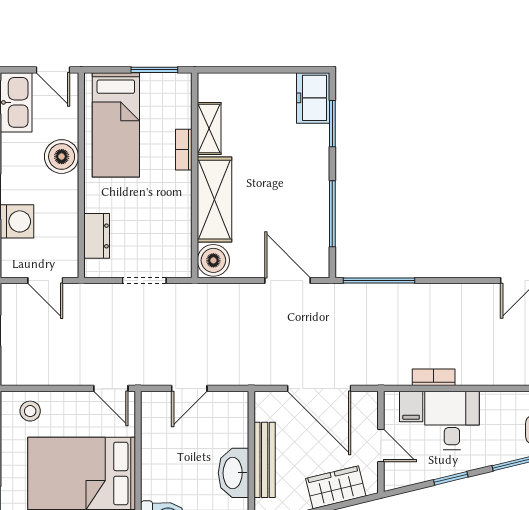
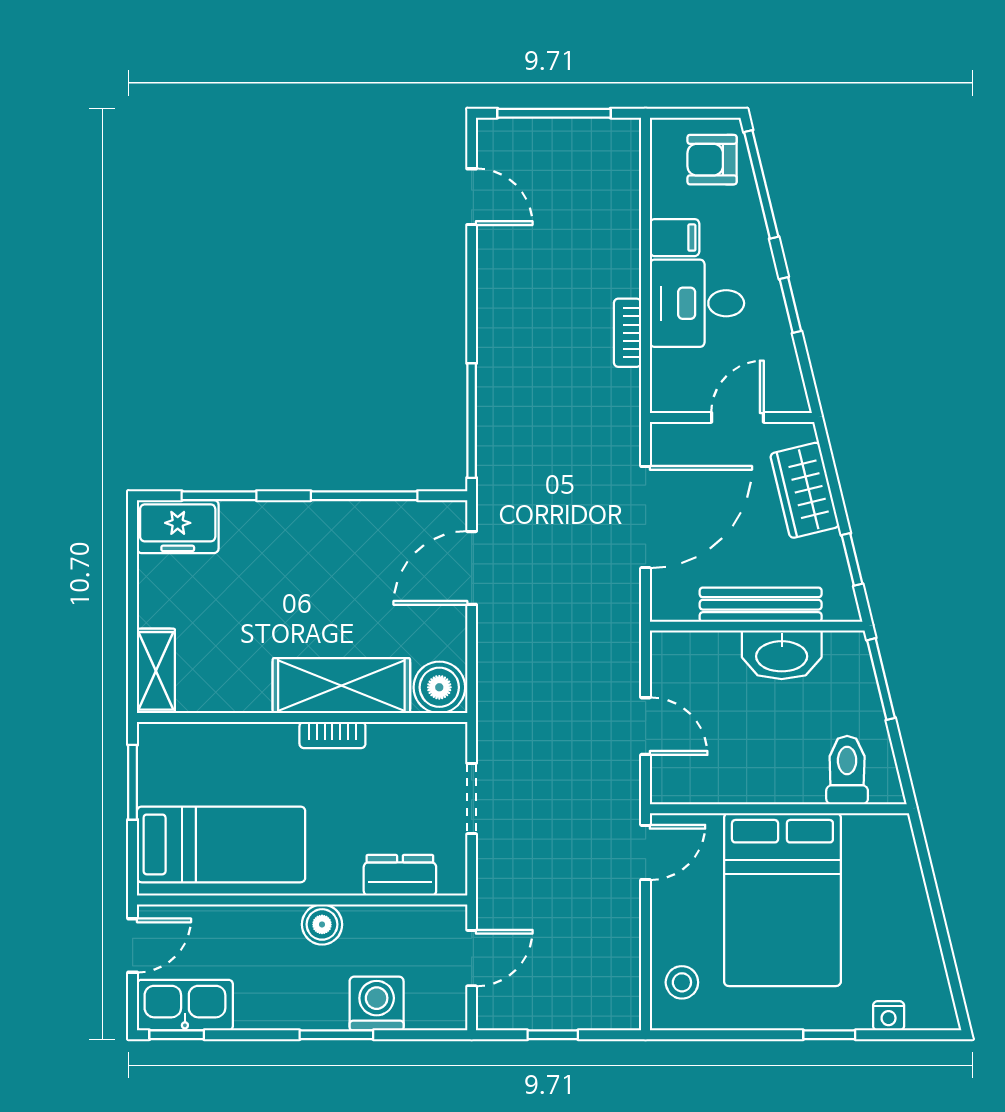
shelving: (209, 129) -> (156, 671), moved, turned 90
bookcase: (184, 150) -> (332, 735), moved
boiler: (62, 157) -> (322, 924), moved, width x0.73, depth x0.73
filing cabinet: (411, 406) -> (675, 238), moved

